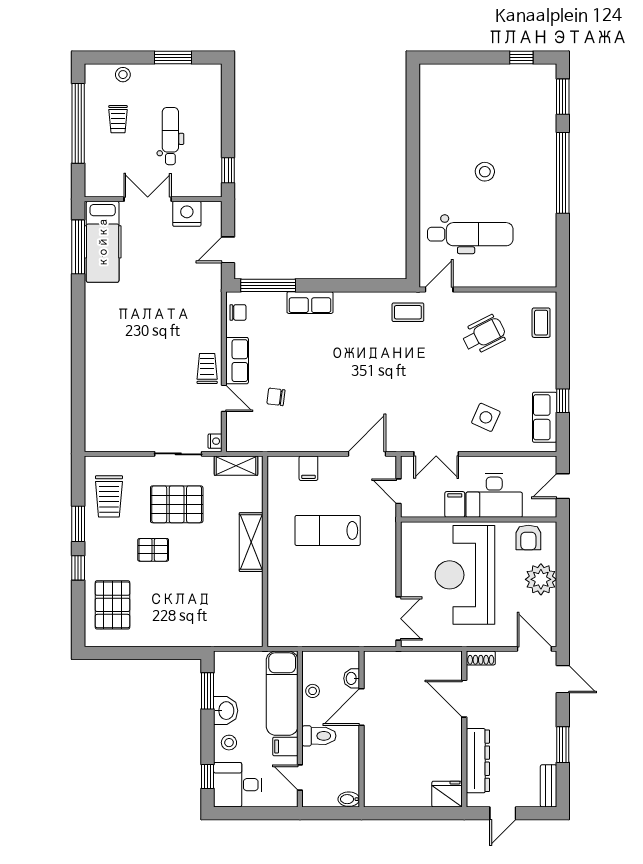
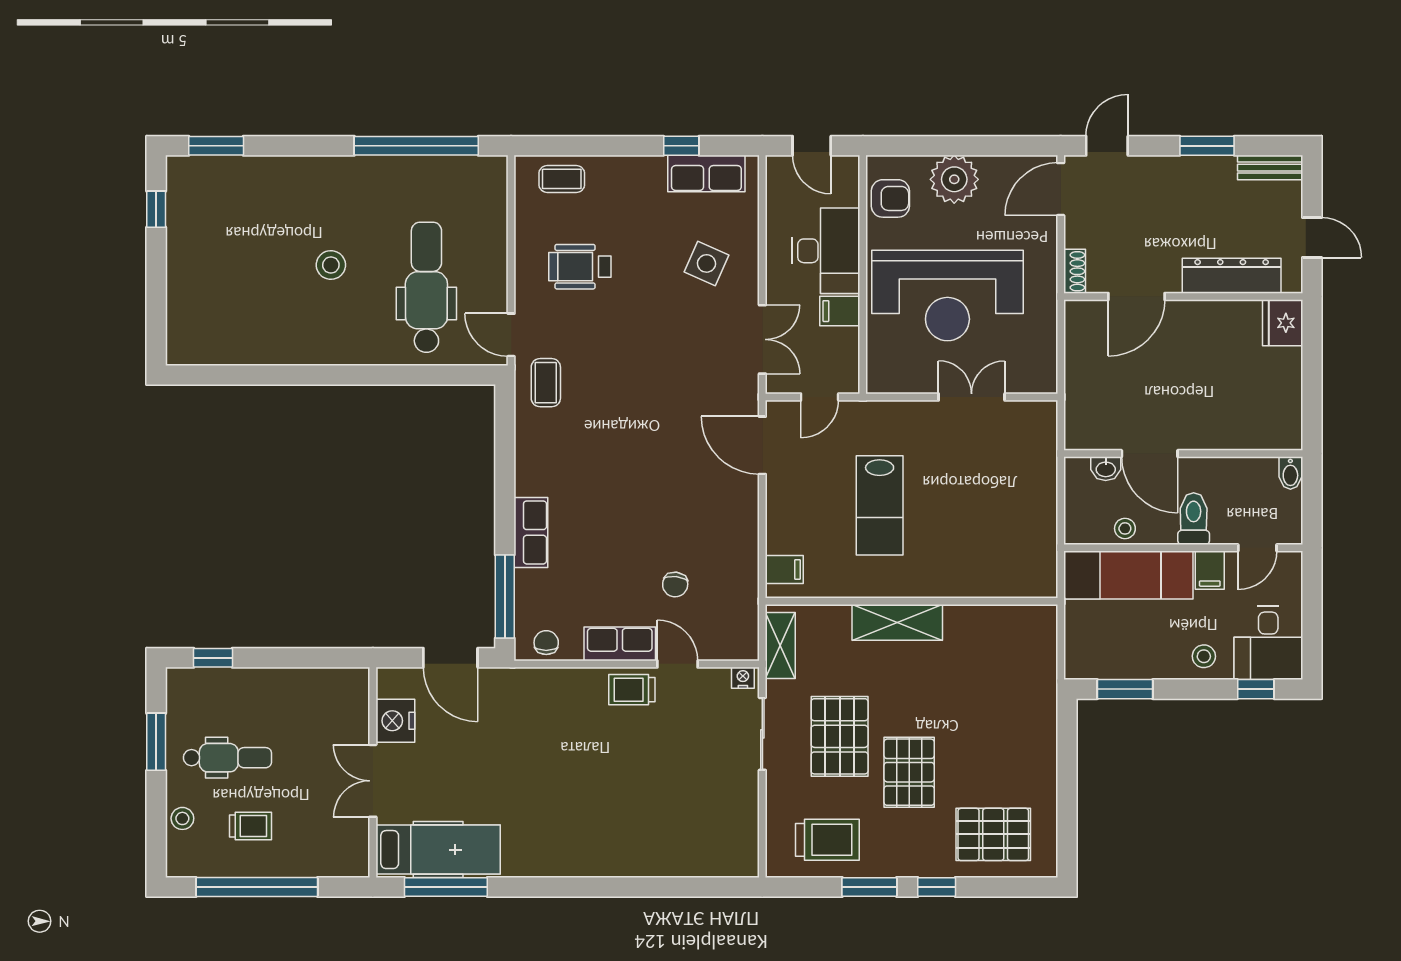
dental chair: (170, 136) -> (228, 758), moved, turned 180
window: (228, 170) -> (213, 658), moved
window: (563, 173) -> (416, 146), moved
door: (228, 250) -> (450, 658), width x1.37
wheelchair: (484, 335) -> (580, 267), turned -63
door: (224, 398) -> (678, 664), hinge flipped
filing cabinet: (308, 468) -> (784, 569), moved
pallet: (153, 550) -> (909, 772), width x1.50, depth x1.42
double door: (399, 619) -> (972, 397), moved
washbasin: (226, 711) -> (1155, 661), removed

